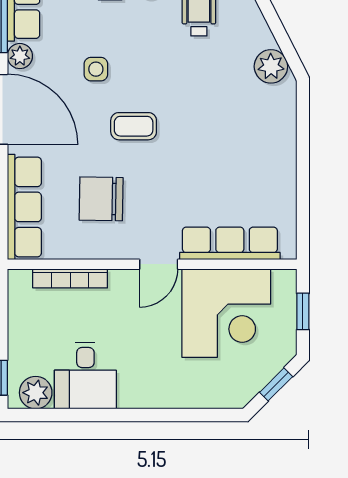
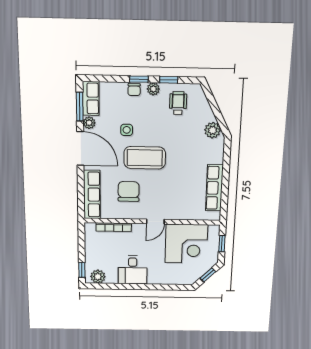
coffee table: (134, 126) -> (145, 158), width x1.86, depth x1.72
chair: (101, 199) -> (129, 191), turned 89
row of seats: (230, 243) -> (214, 188), moved, turned -90
desk: (85, 376) -> (133, 270), moved

